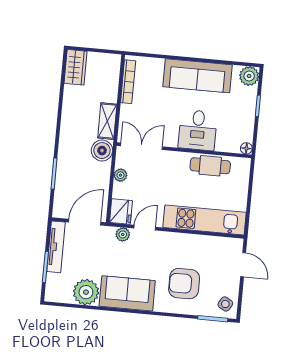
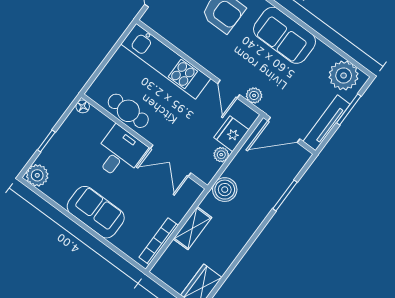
sofa: (197, 76) -> (96, 212), width x0.73
shelving: (107, 121) -> (192, 228), moved
double door: (142, 146) -> (171, 161), moved
fridge: (121, 212) -> (231, 134), moved
door: (145, 228) -> (229, 89), hinge flipped
plant: (86, 292) -> (344, 75), moved

